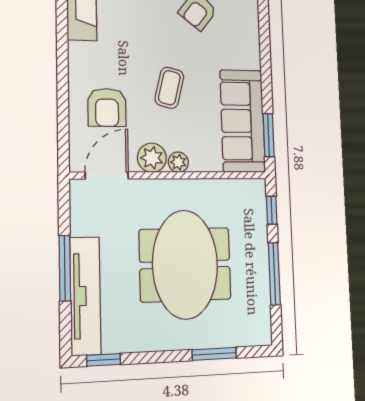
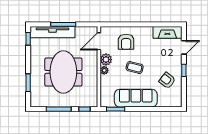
armchair: (107, 107) -> (126, 42), turned -90
sofa: (243, 121) -> (136, 98), moved
door: (107, 176) -> (99, 41), swing flipped
meeting table: (185, 264) -> (63, 72), turned 90

